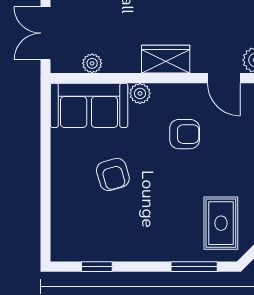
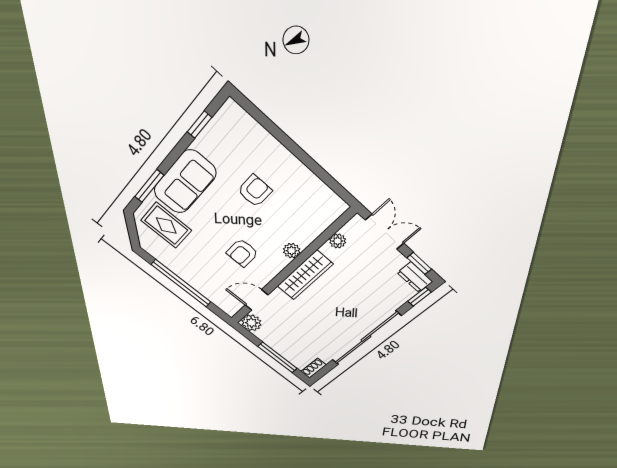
wardrobe: (166, 59) -> (305, 275), width x1.50
sofa: (89, 105) -> (185, 182), moved, turned 180
armchair: (113, 174) -> (255, 191), turned 106

